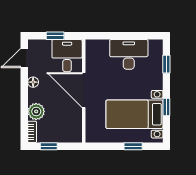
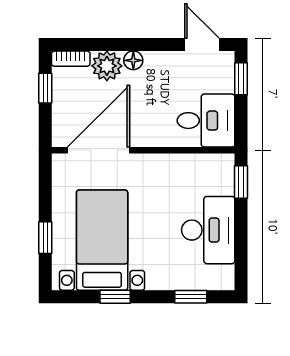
window: (55, 36) -> (241, 79), moved
window: (102, 36) -> (241, 182), added
floor lamp: (33, 82) -> (133, 60), moved
door: (84, 90) -> (98, 150), moved

